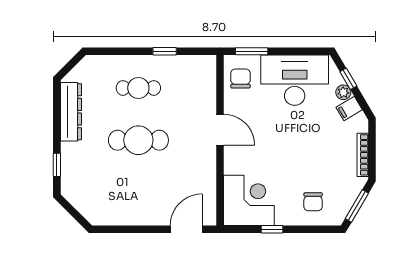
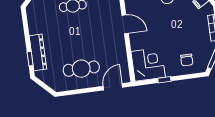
dresser: (71, 112) -> (38, 52), moved
cafe table: (138, 140) -> (81, 69), moved

